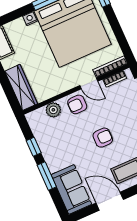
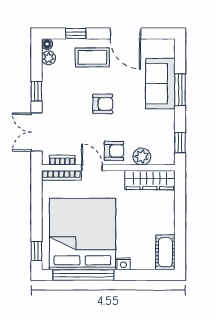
wardrobe: (21, 87) -> (150, 180), moved, turned -90
armchair: (103, 138) -> (103, 104), turned 180
window: (34, 147) -> (180, 143), moved
sofa: (71, 189) -> (160, 84), moved

